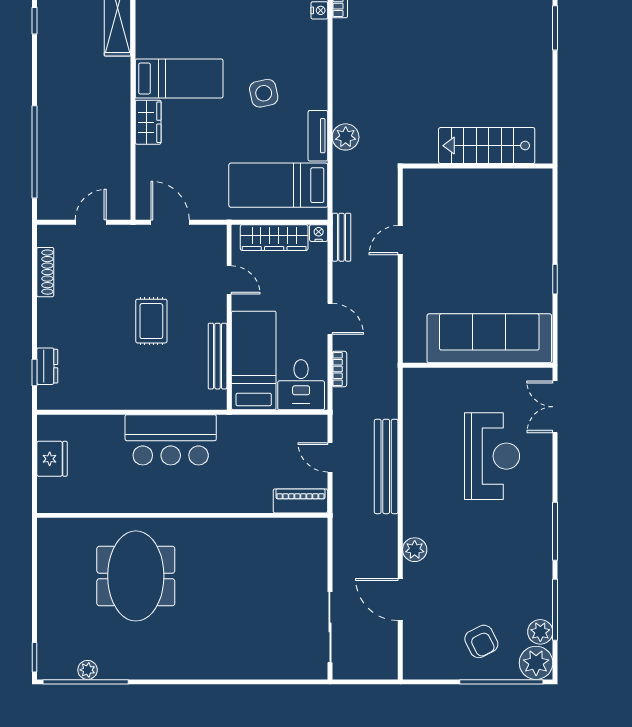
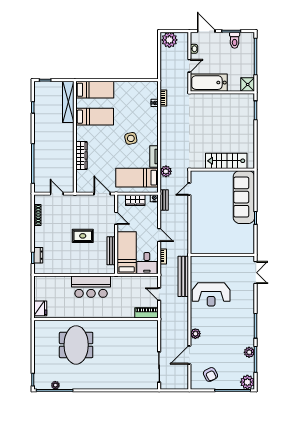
bed: (179, 78) -> (95, 117), moved
wardrobe: (148, 122) -> (81, 156), width x1.50
plant: (346, 137) -> (166, 171), moved
door: (91, 222) -> (57, 194), hinge flipped
door: (170, 222) -> (102, 194), moved
wardrobe: (274, 238) -> (135, 200), width x0.67
door: (400, 240) -> (189, 189), moved
rug: (151, 321) -> (83, 236), turned 90
sofa: (489, 338) -> (244, 197), moved, turned -90
double door: (555, 407) -> (256, 273), swing flipped
reception desk: (492, 456) -> (211, 294), moved, turned 90
fridge: (52, 459) -> (40, 308), moved
bench: (386, 466) -> (183, 276), moved
door: (400, 600) -> (189, 355), hinge flipped
plant: (540, 632) -> (249, 352), moved
armchair: (481, 641) -> (210, 375), moved

